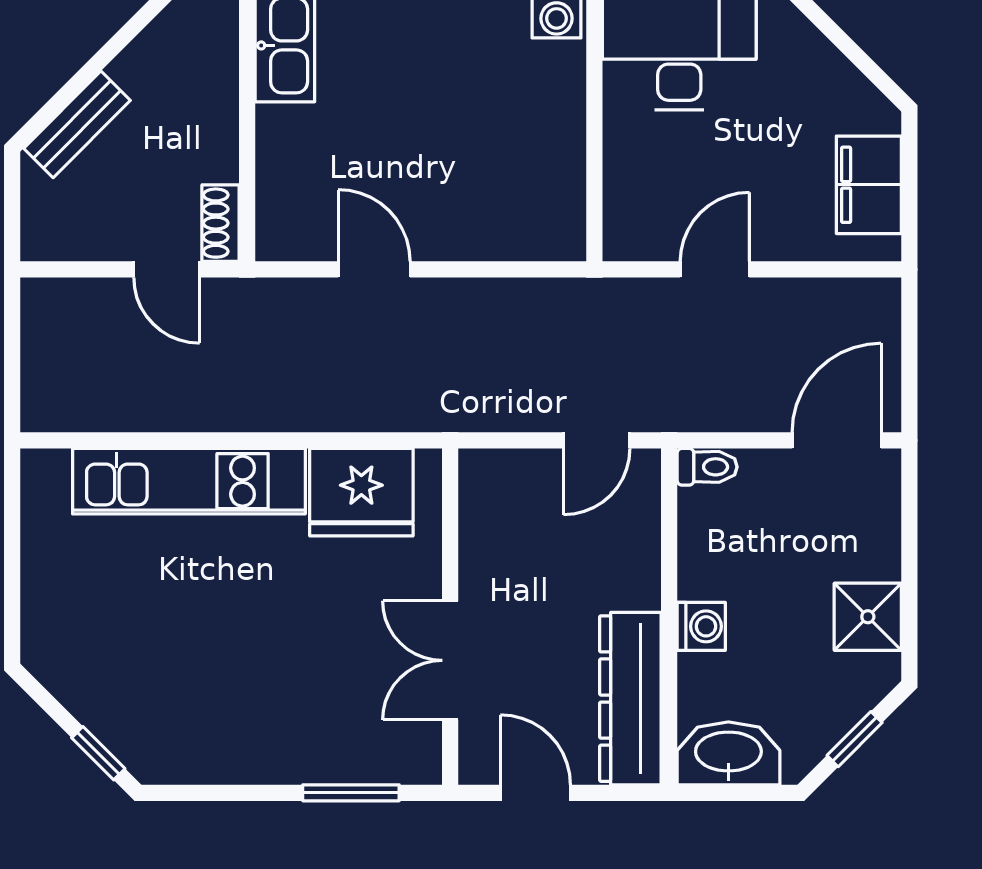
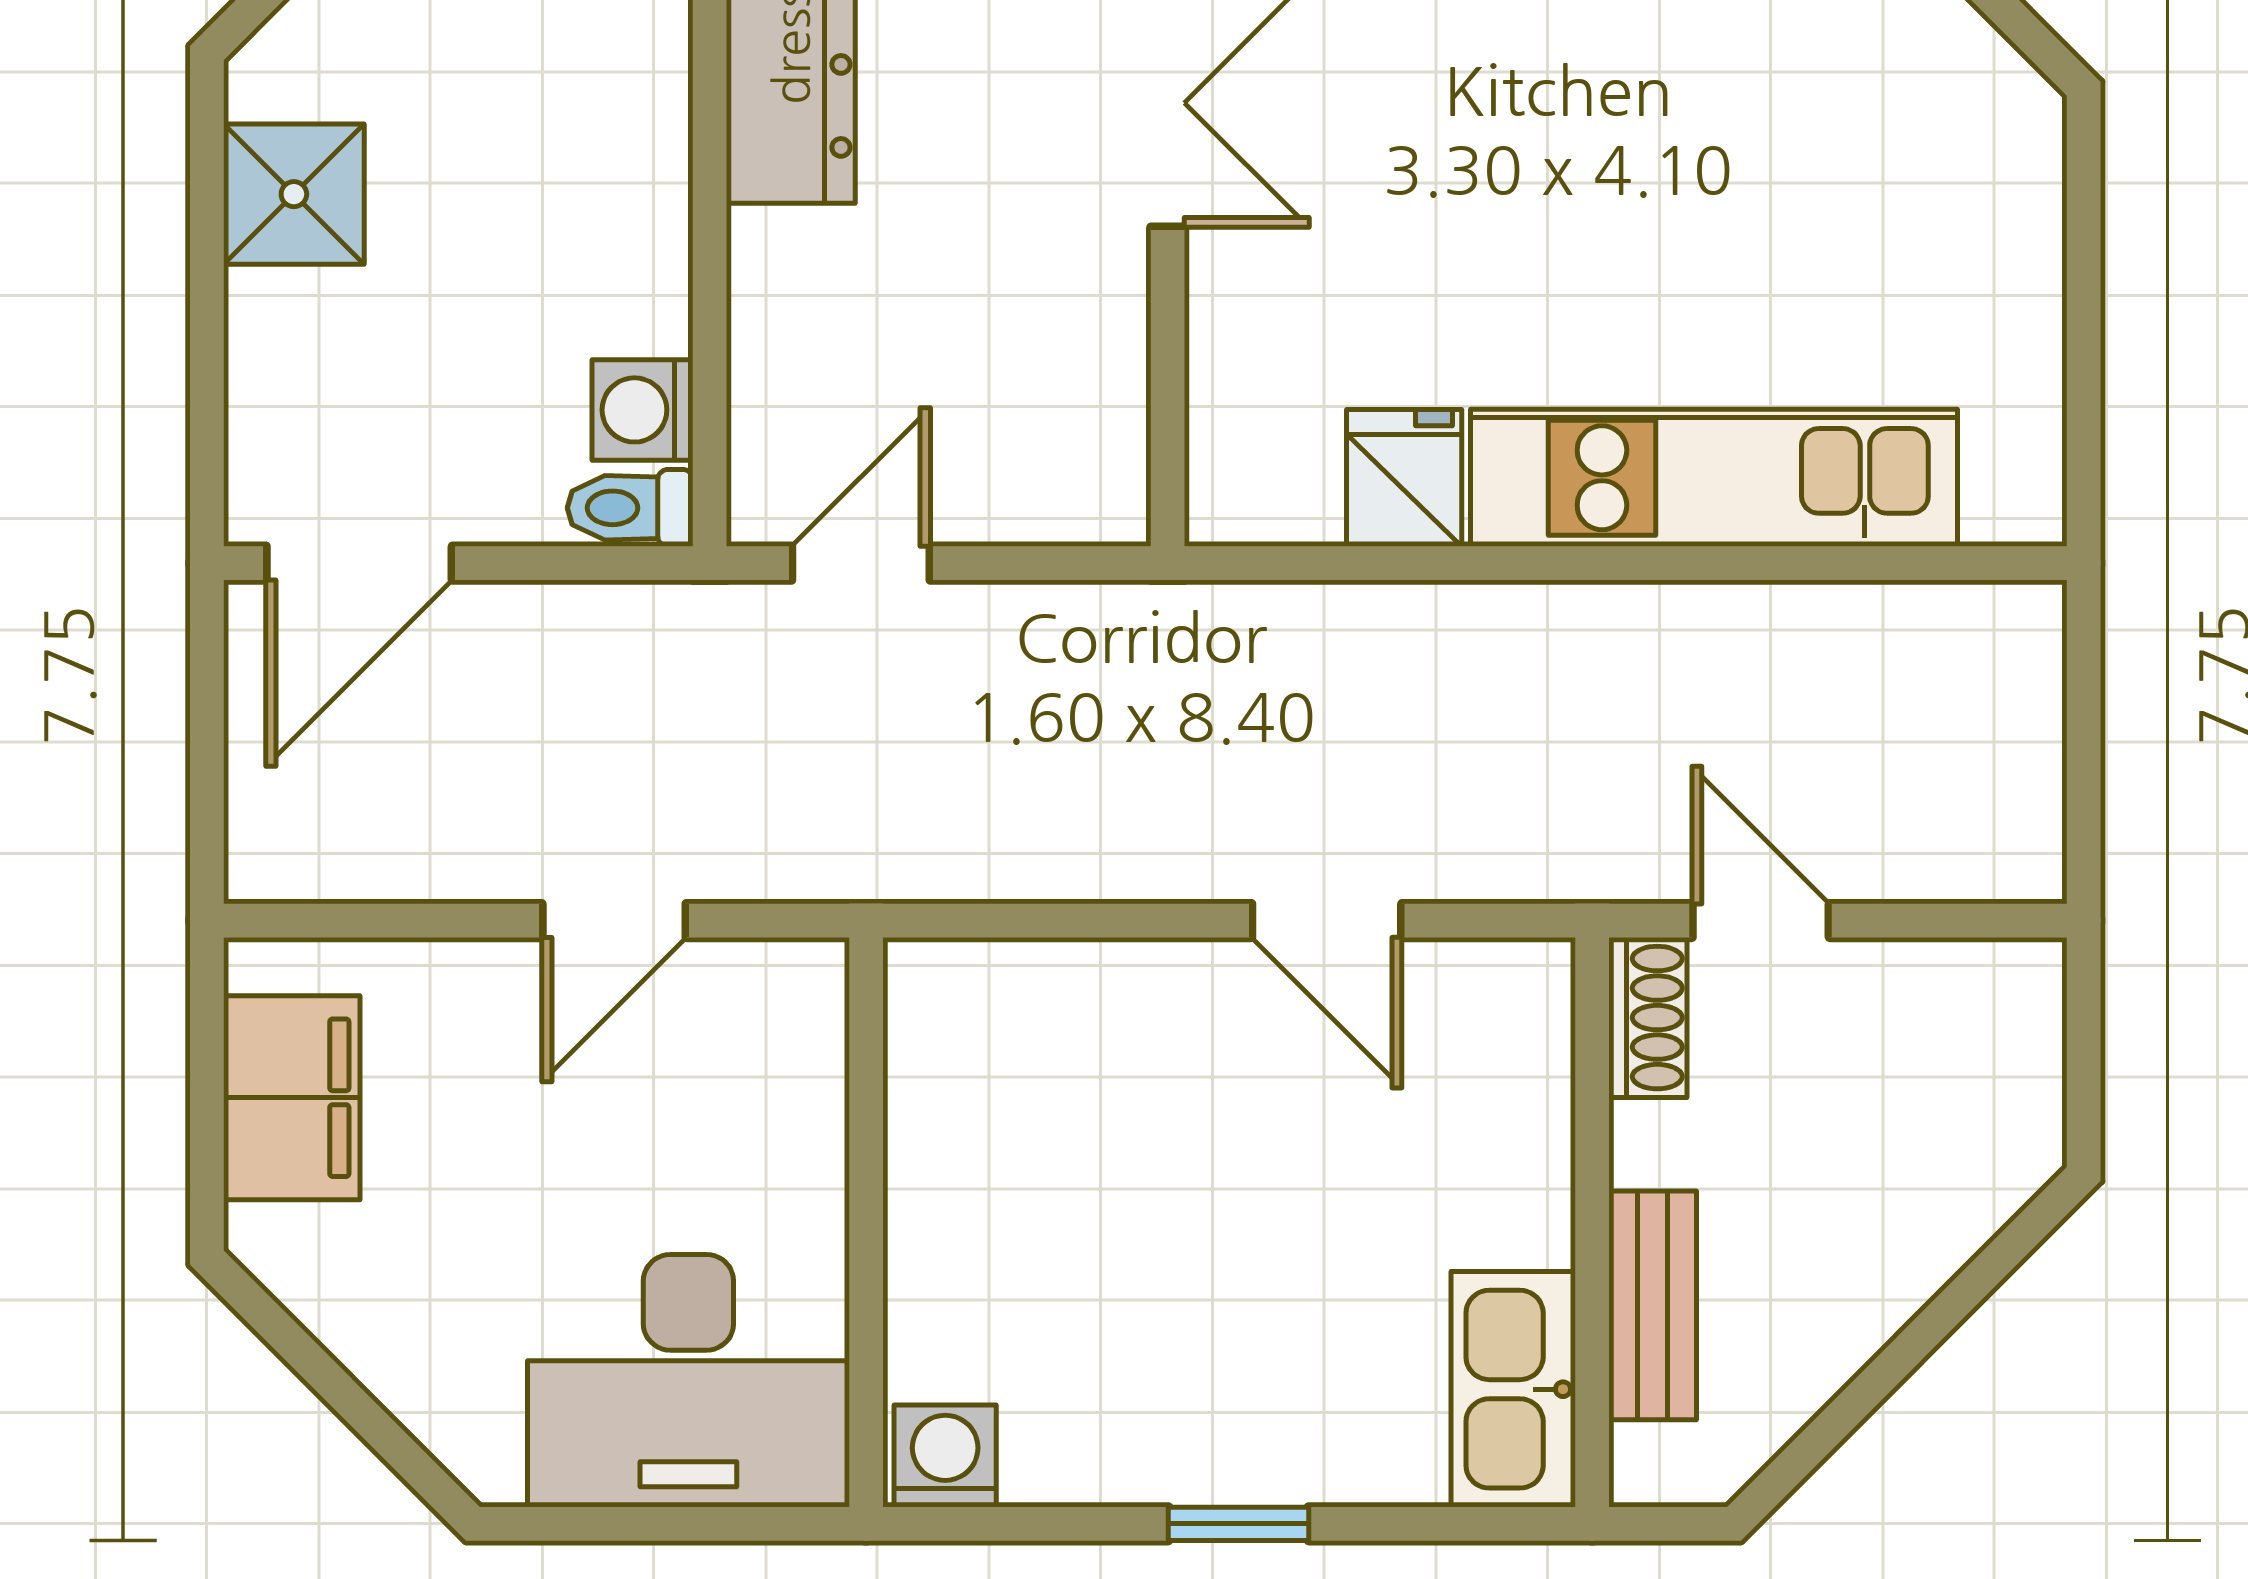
bench: (77, 124) -> (1653, 1305), moved, turned -45
fridge: (361, 492) -> (1404, 478), width x0.53, depth x0.75
washing machine: (701, 626) -> (643, 410), moved

